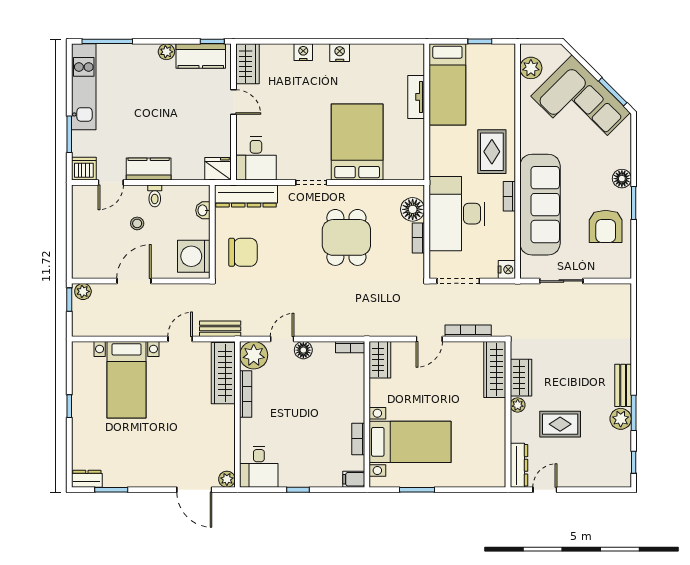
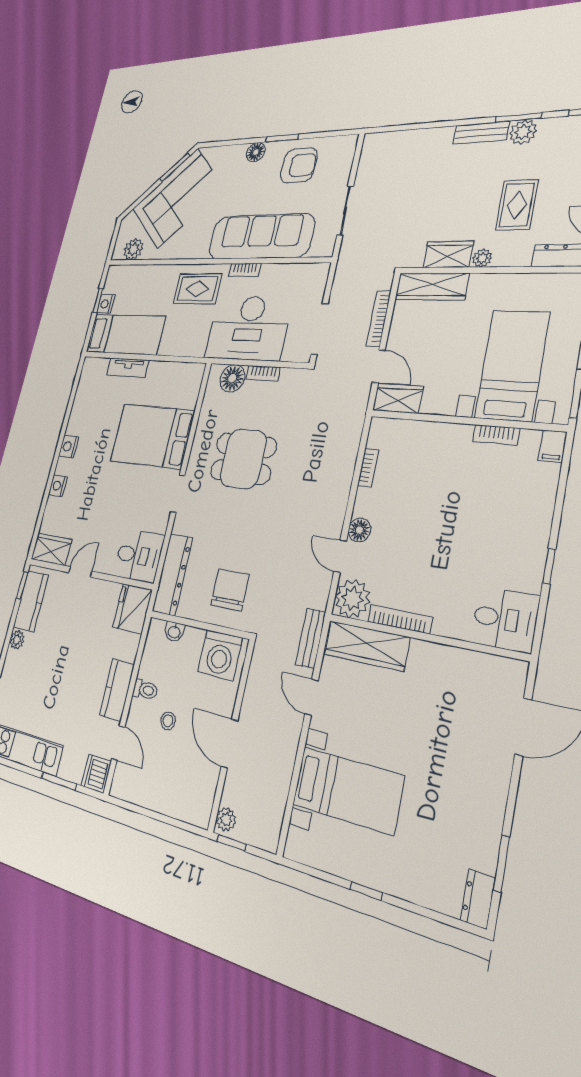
fridge: (218, 169) -> (132, 609), width x1.36, depth x1.34
nightstand: (507, 270) -> (106, 304), moved, turned -90
wardrobe: (380, 360) -> (398, 398), moved
wall: (367, 414) -> (465, 420), moved
bookcase: (358, 439) -> (496, 435), moved
bed with nightstands: (410, 442) -> (512, 365), moved
plant: (227, 479) -> (516, 672), removed
filing cabinet: (354, 479) -> (553, 446), moved

